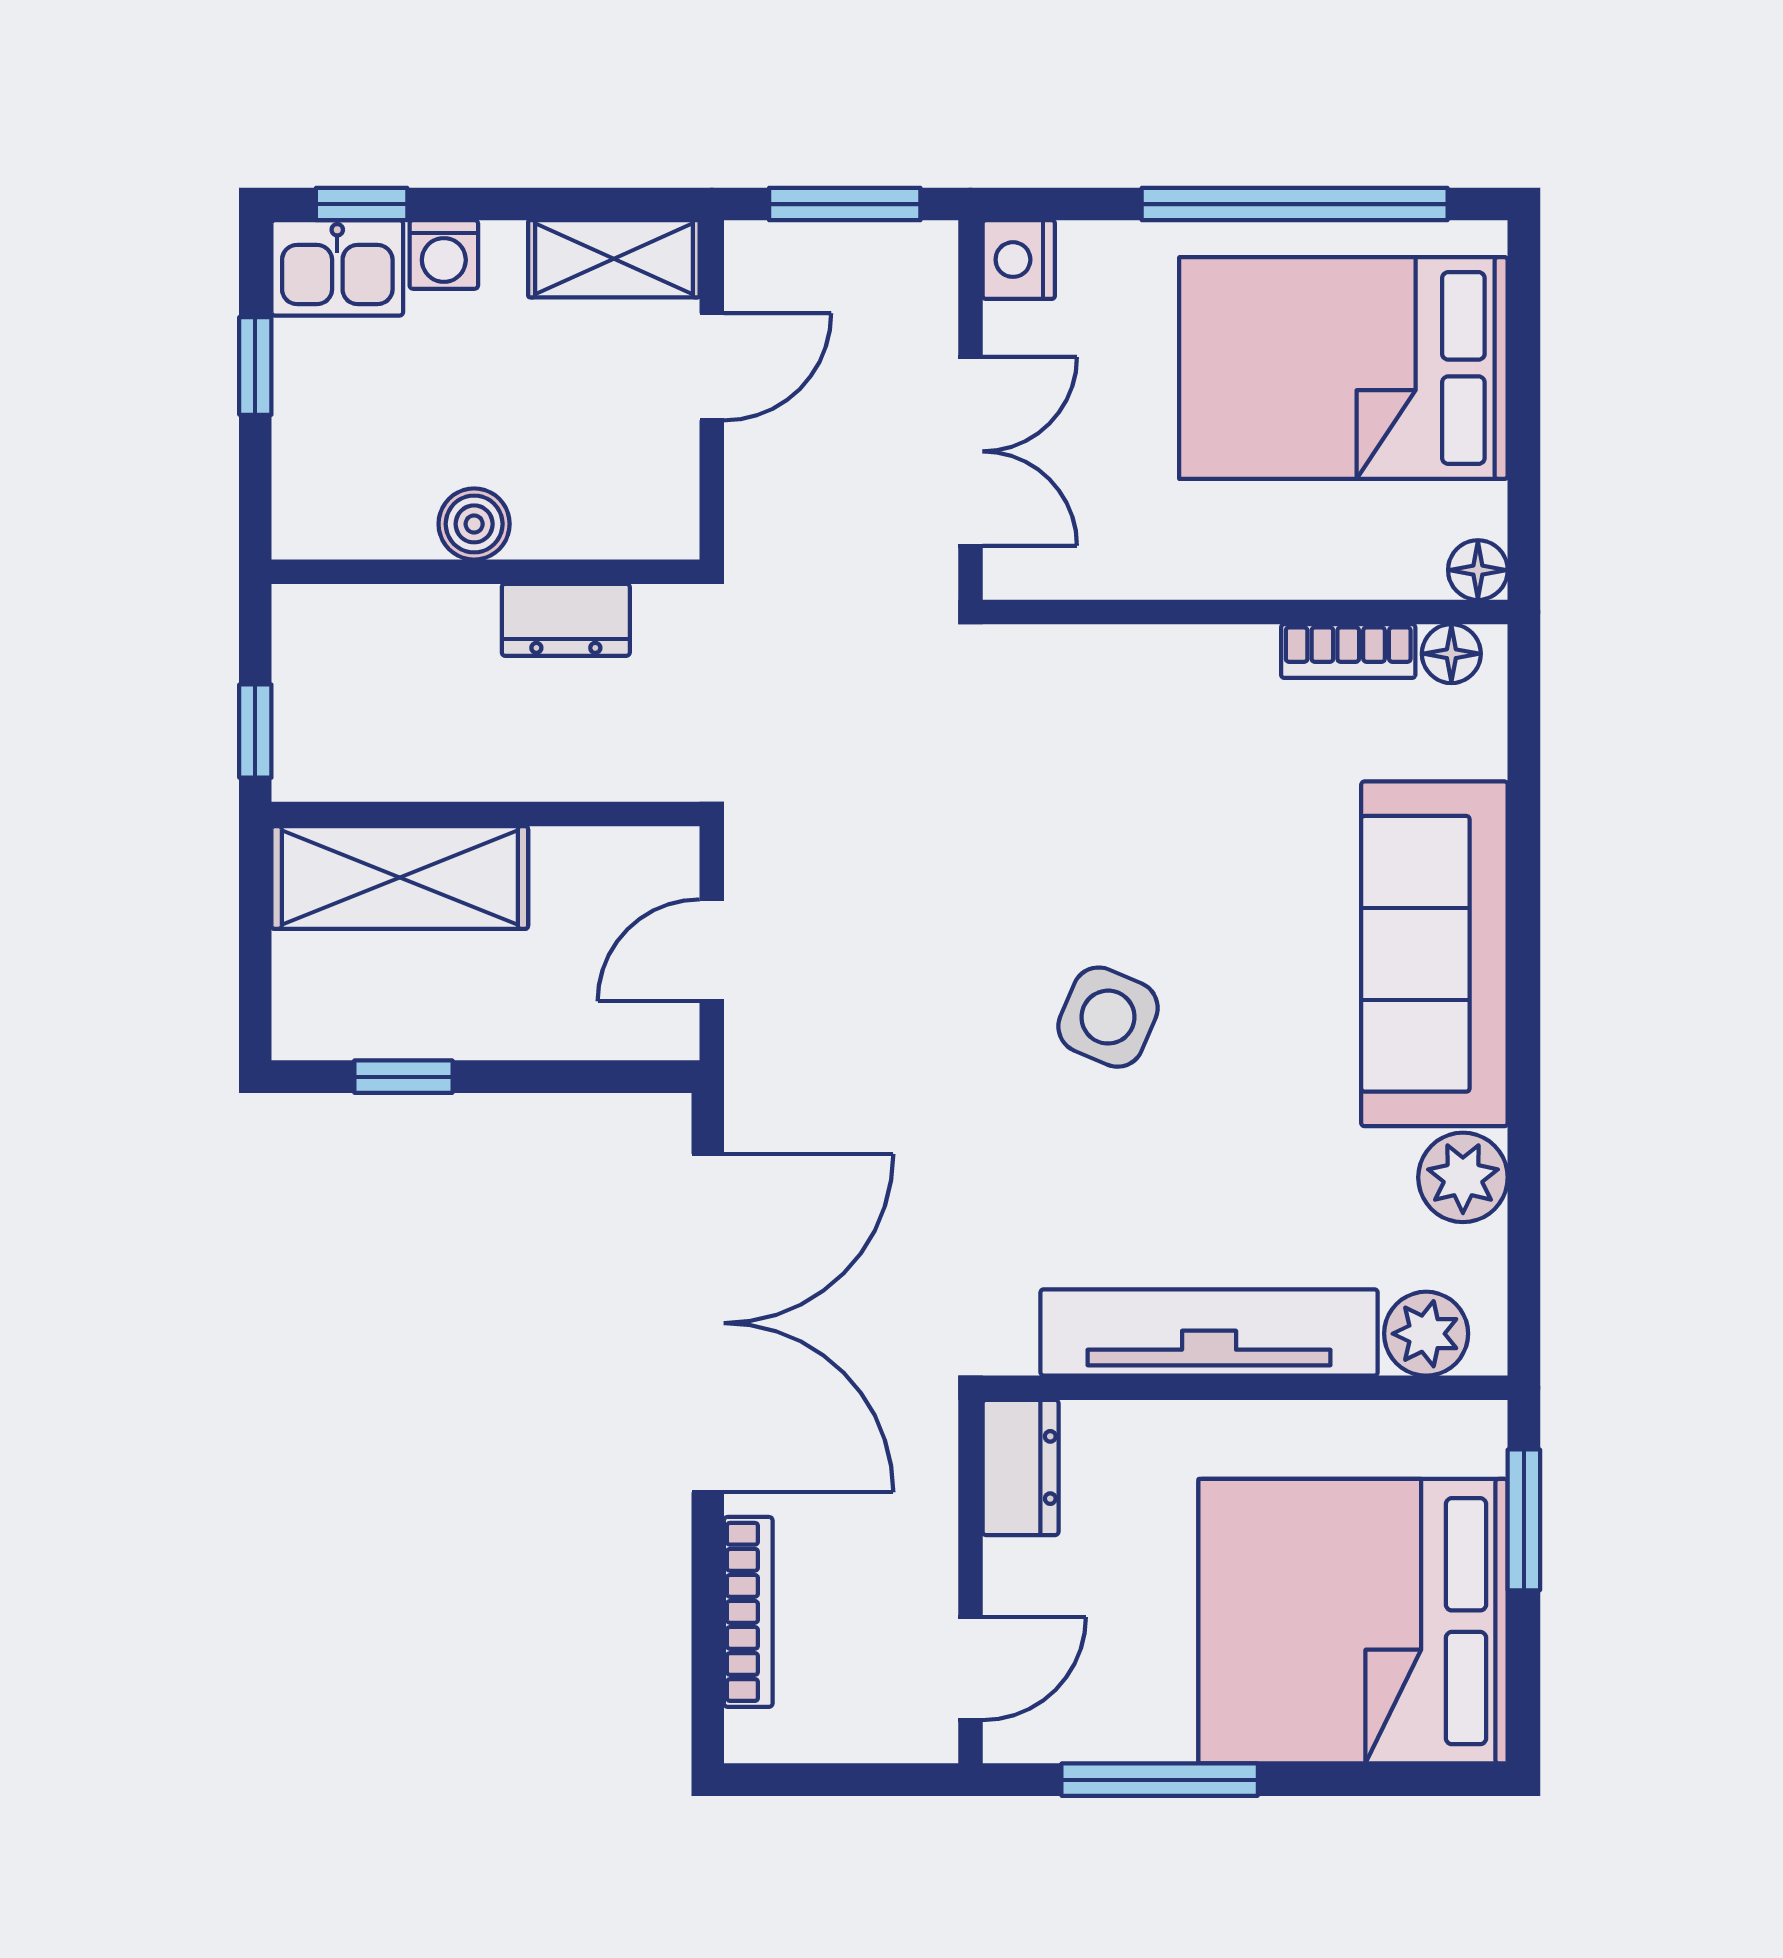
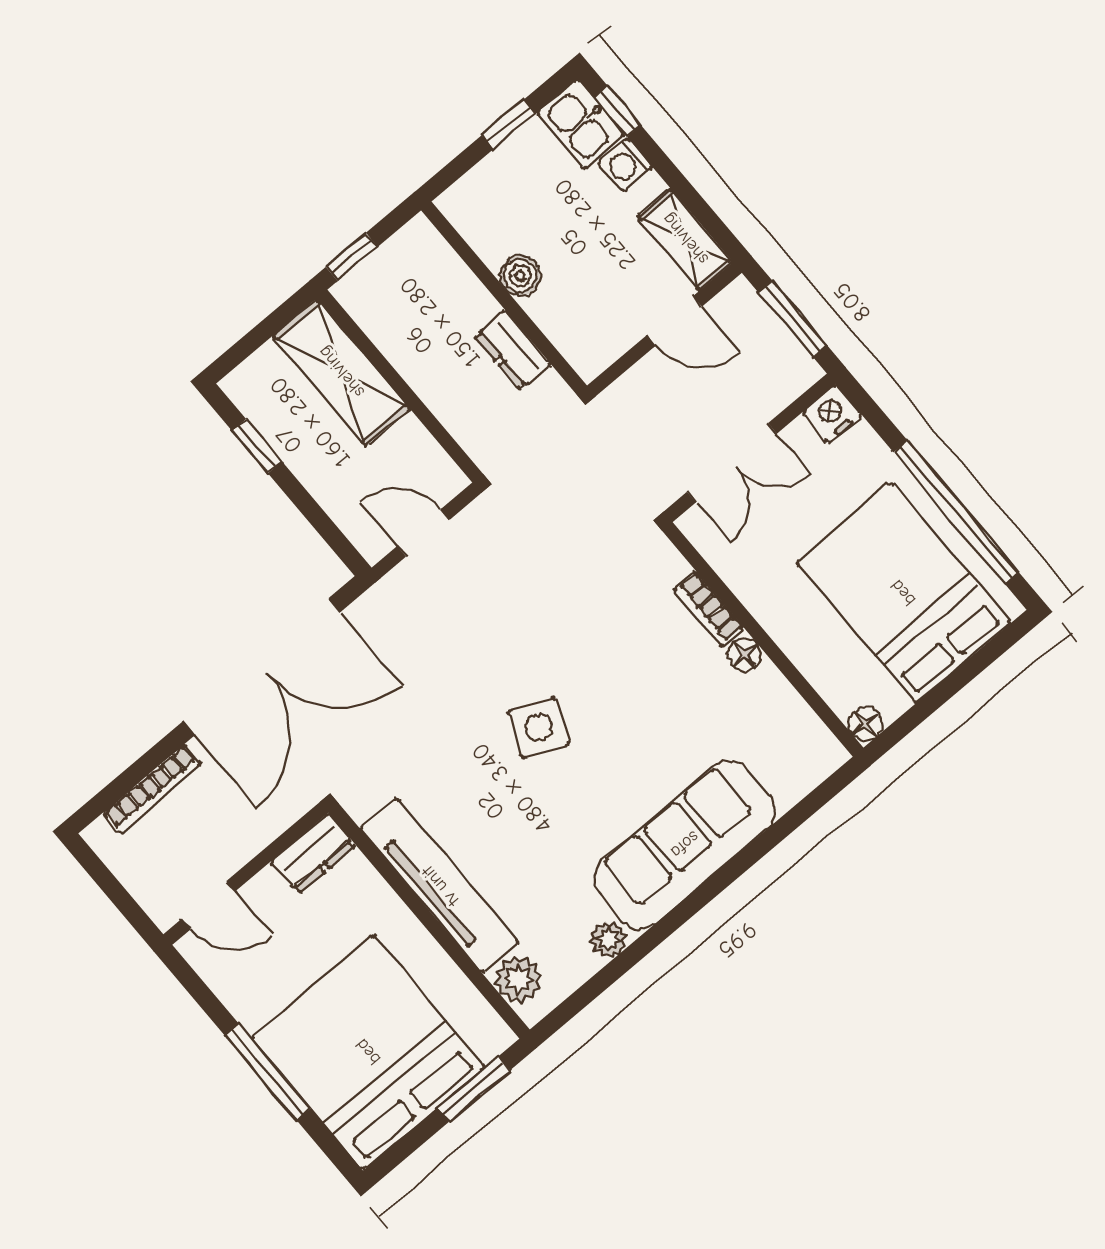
bookcase: (1348, 651) -> (708, 609), moved
floor lamp: (1451, 654) -> (745, 654), moved
plant: (1463, 1177) -> (608, 939), width x0.73, depth x0.73
window: (1160, 1780) -> (268, 1072), moved

